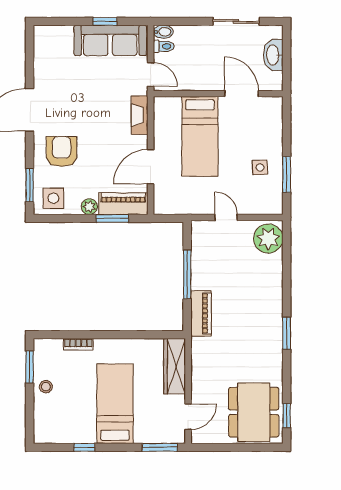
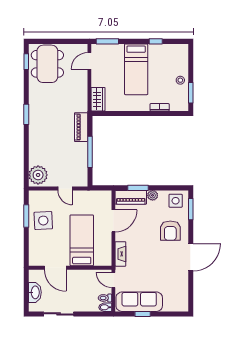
side table: (260, 167) -> (43, 221), width x1.87, depth x1.87
wardrobe: (175, 366) -> (98, 99), width x0.67

